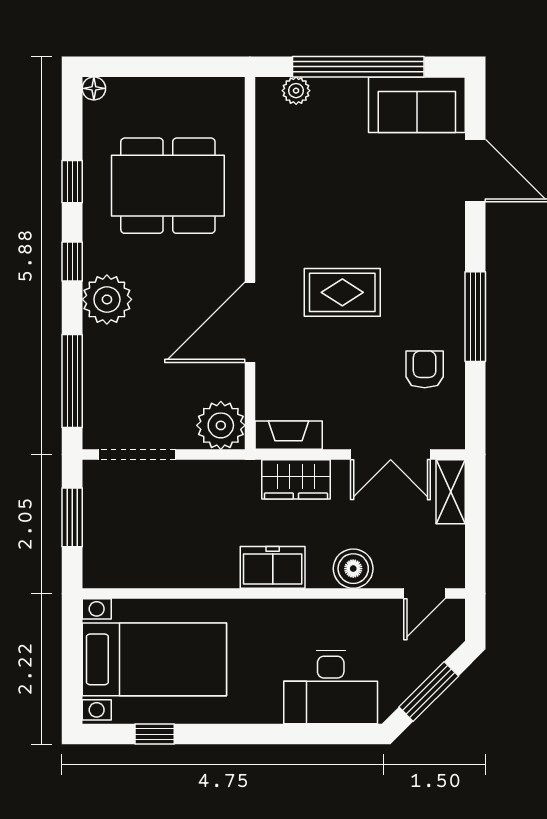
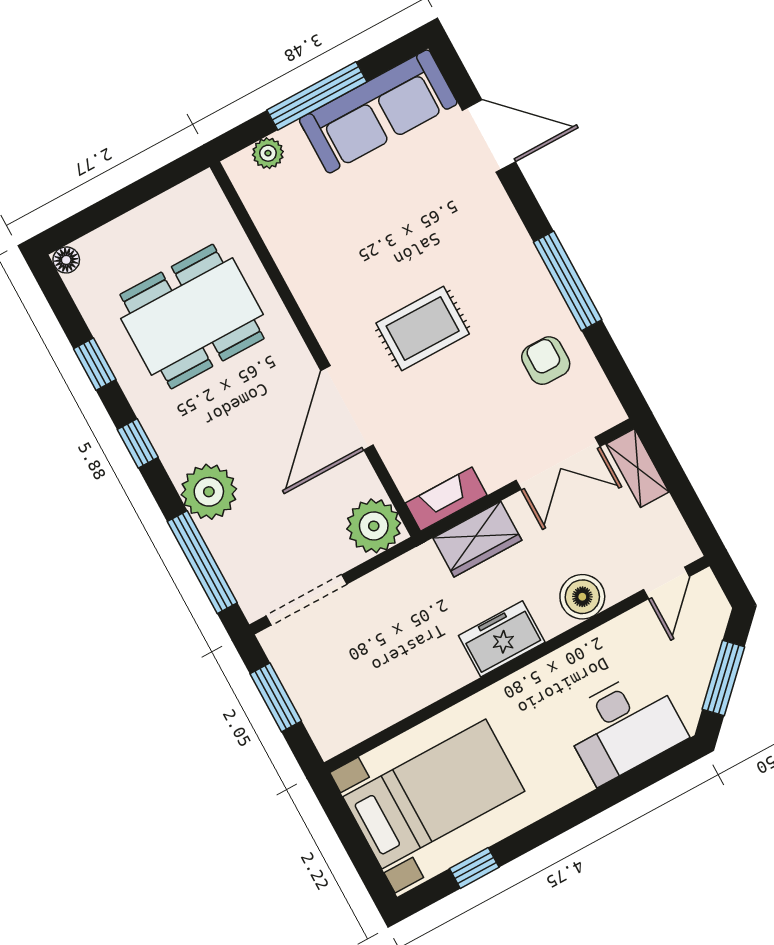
window: (358, 67) -> (317, 96), width x0.68
sofa: (417, 105) -> (378, 111), width x1.36
plant: (107, 299) -> (209, 492), moved

